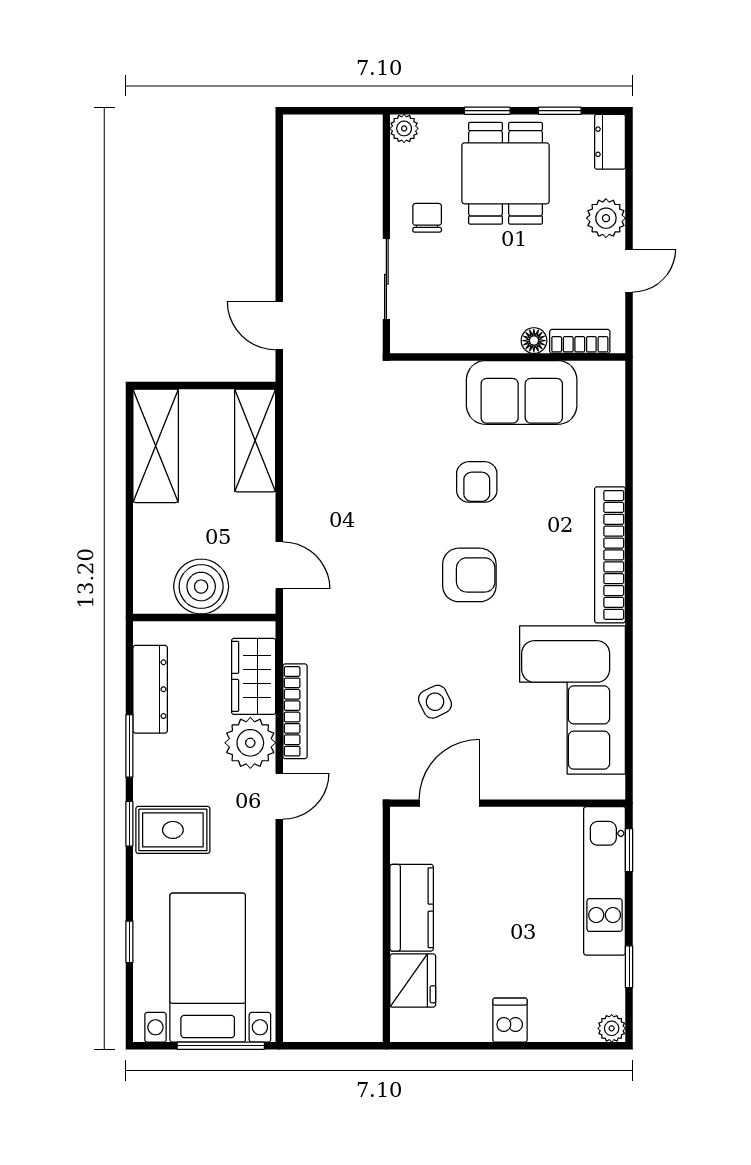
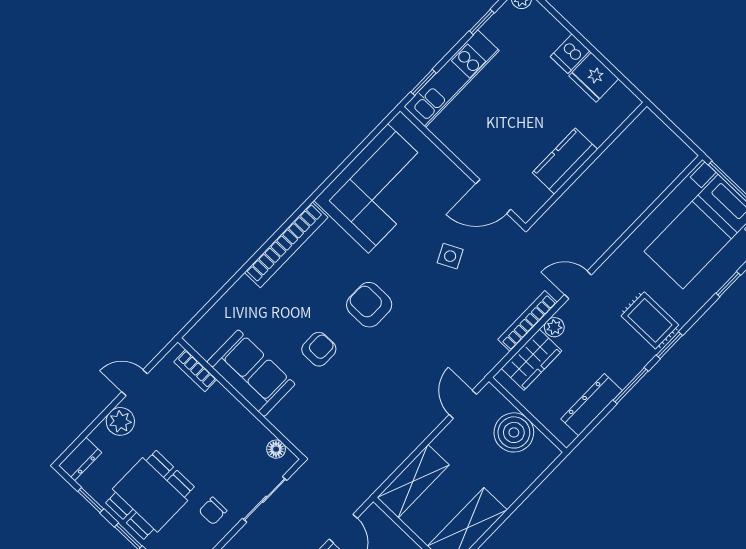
floor lamp: (534, 341) -> (276, 449), moved
plant: (250, 743) -> (554, 327), width x0.53, depth x0.53
fridge: (413, 980) -> (594, 77), moved, turned -90

